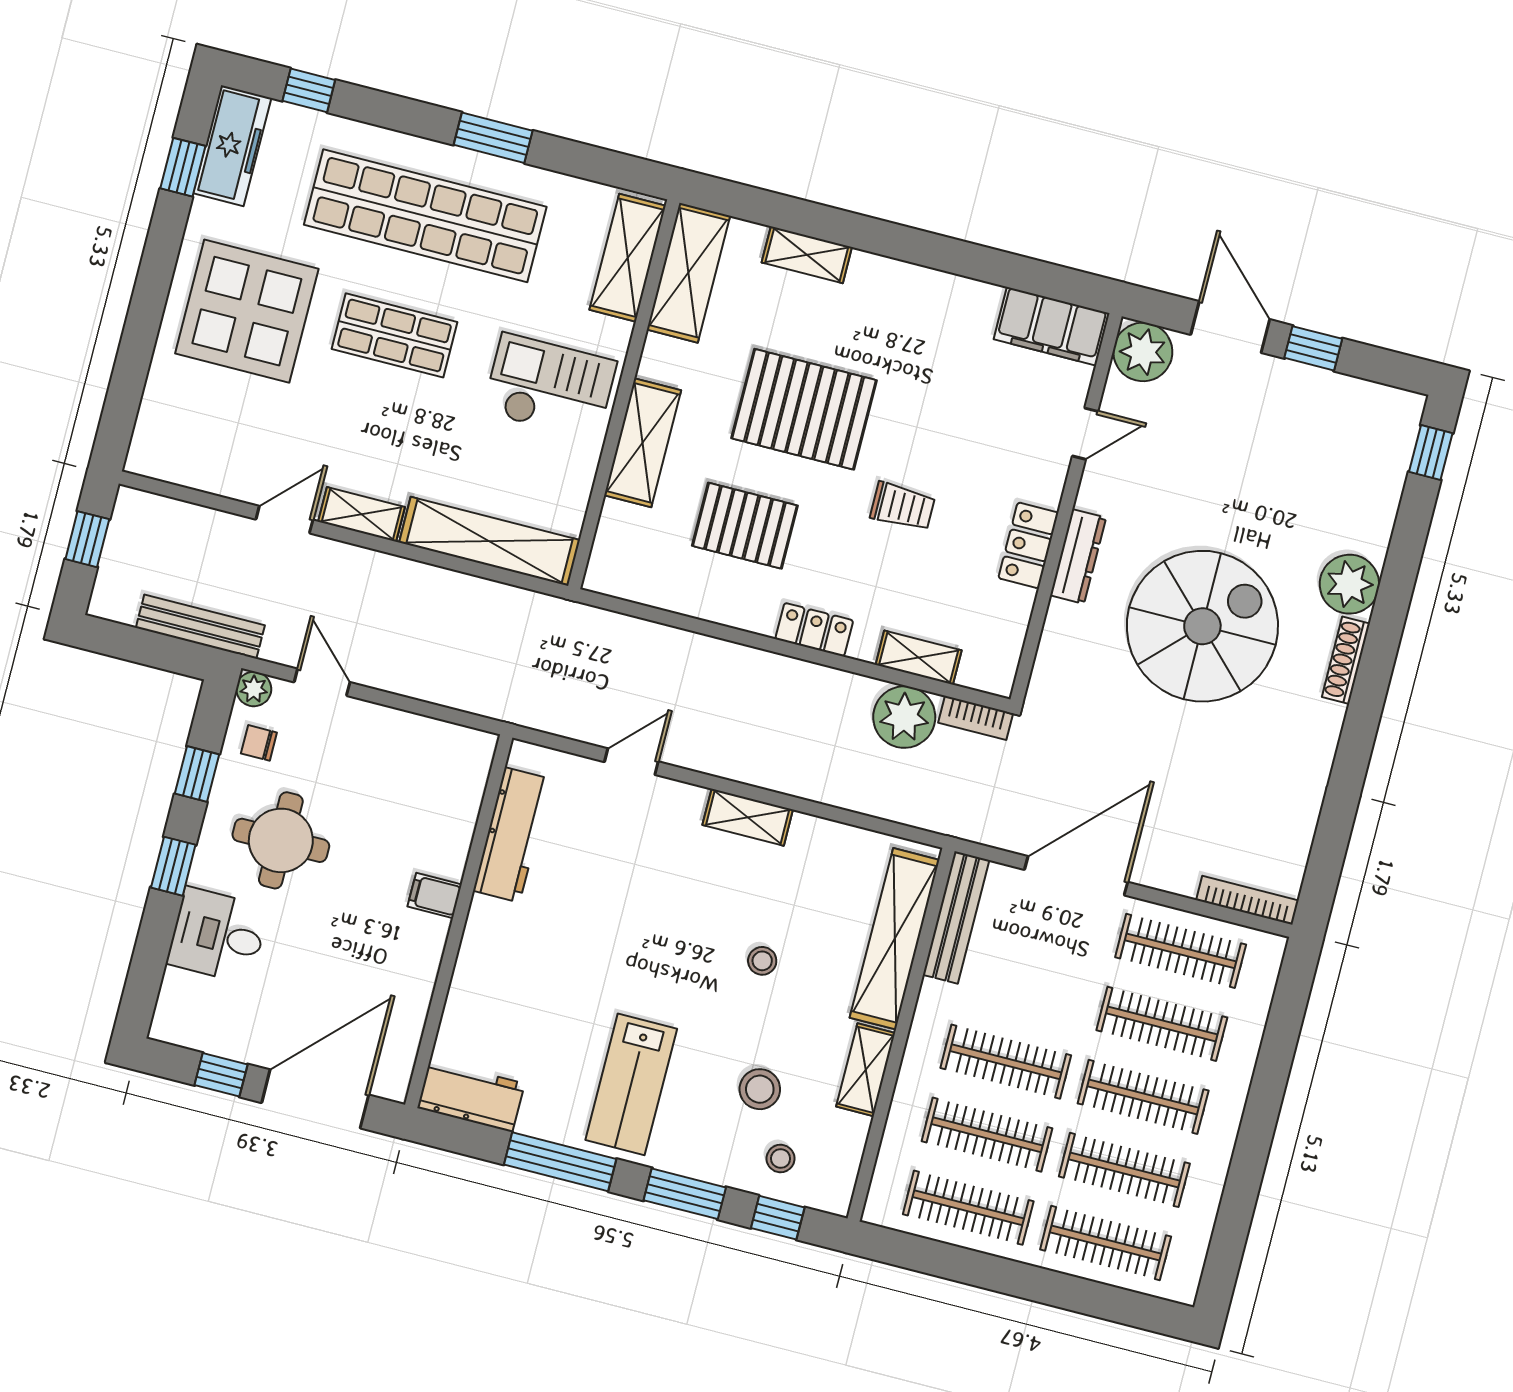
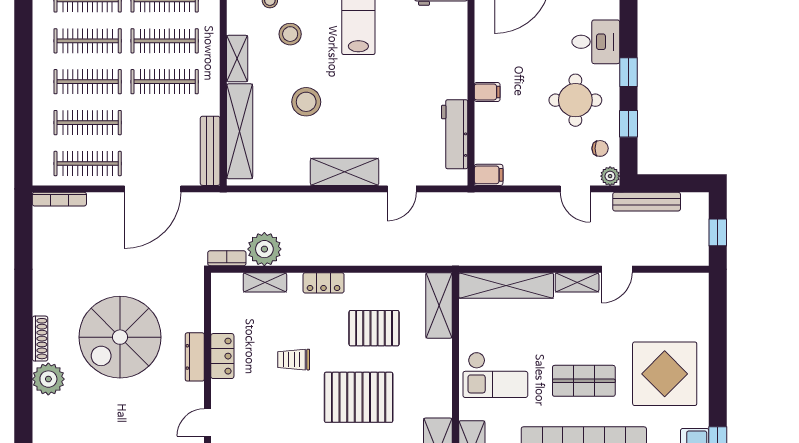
shelving: (643, 443) -> (439, 305), moved
filing cabinet: (470, 747) -> (489, 175), added
shelving: (748, 817) -> (345, 172), width x1.50, depth x1.33
stool: (762, 961) -> (306, 102), width x1.89, depth x1.89

